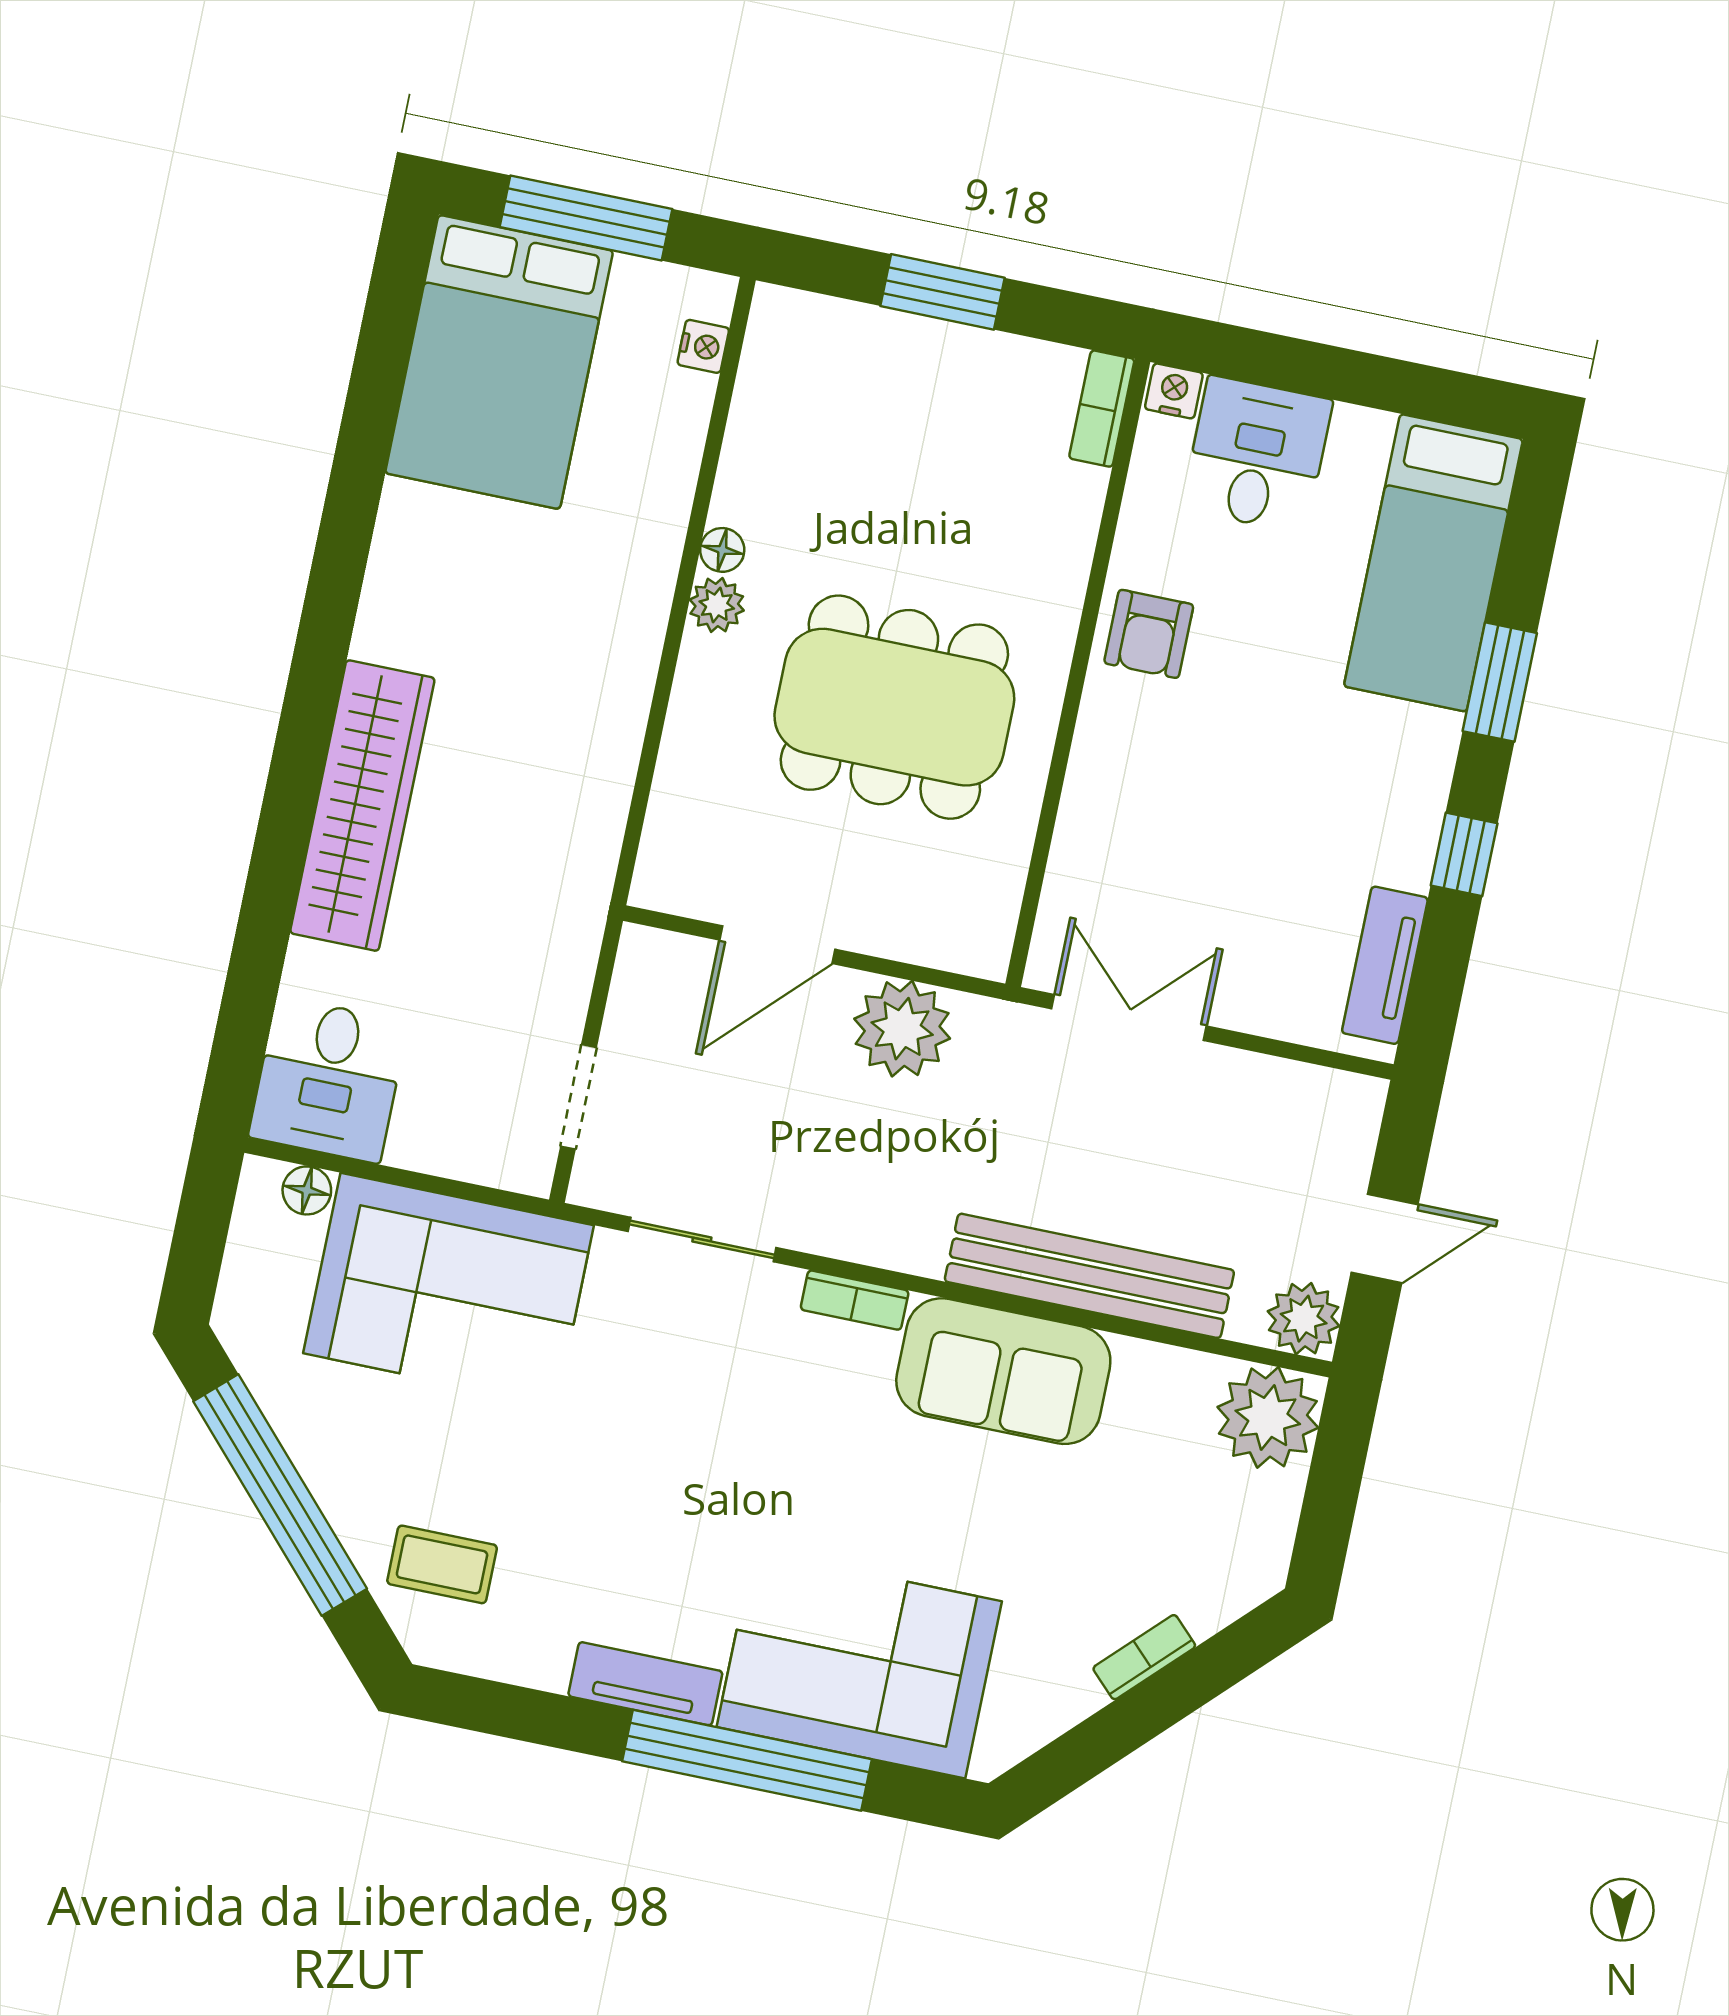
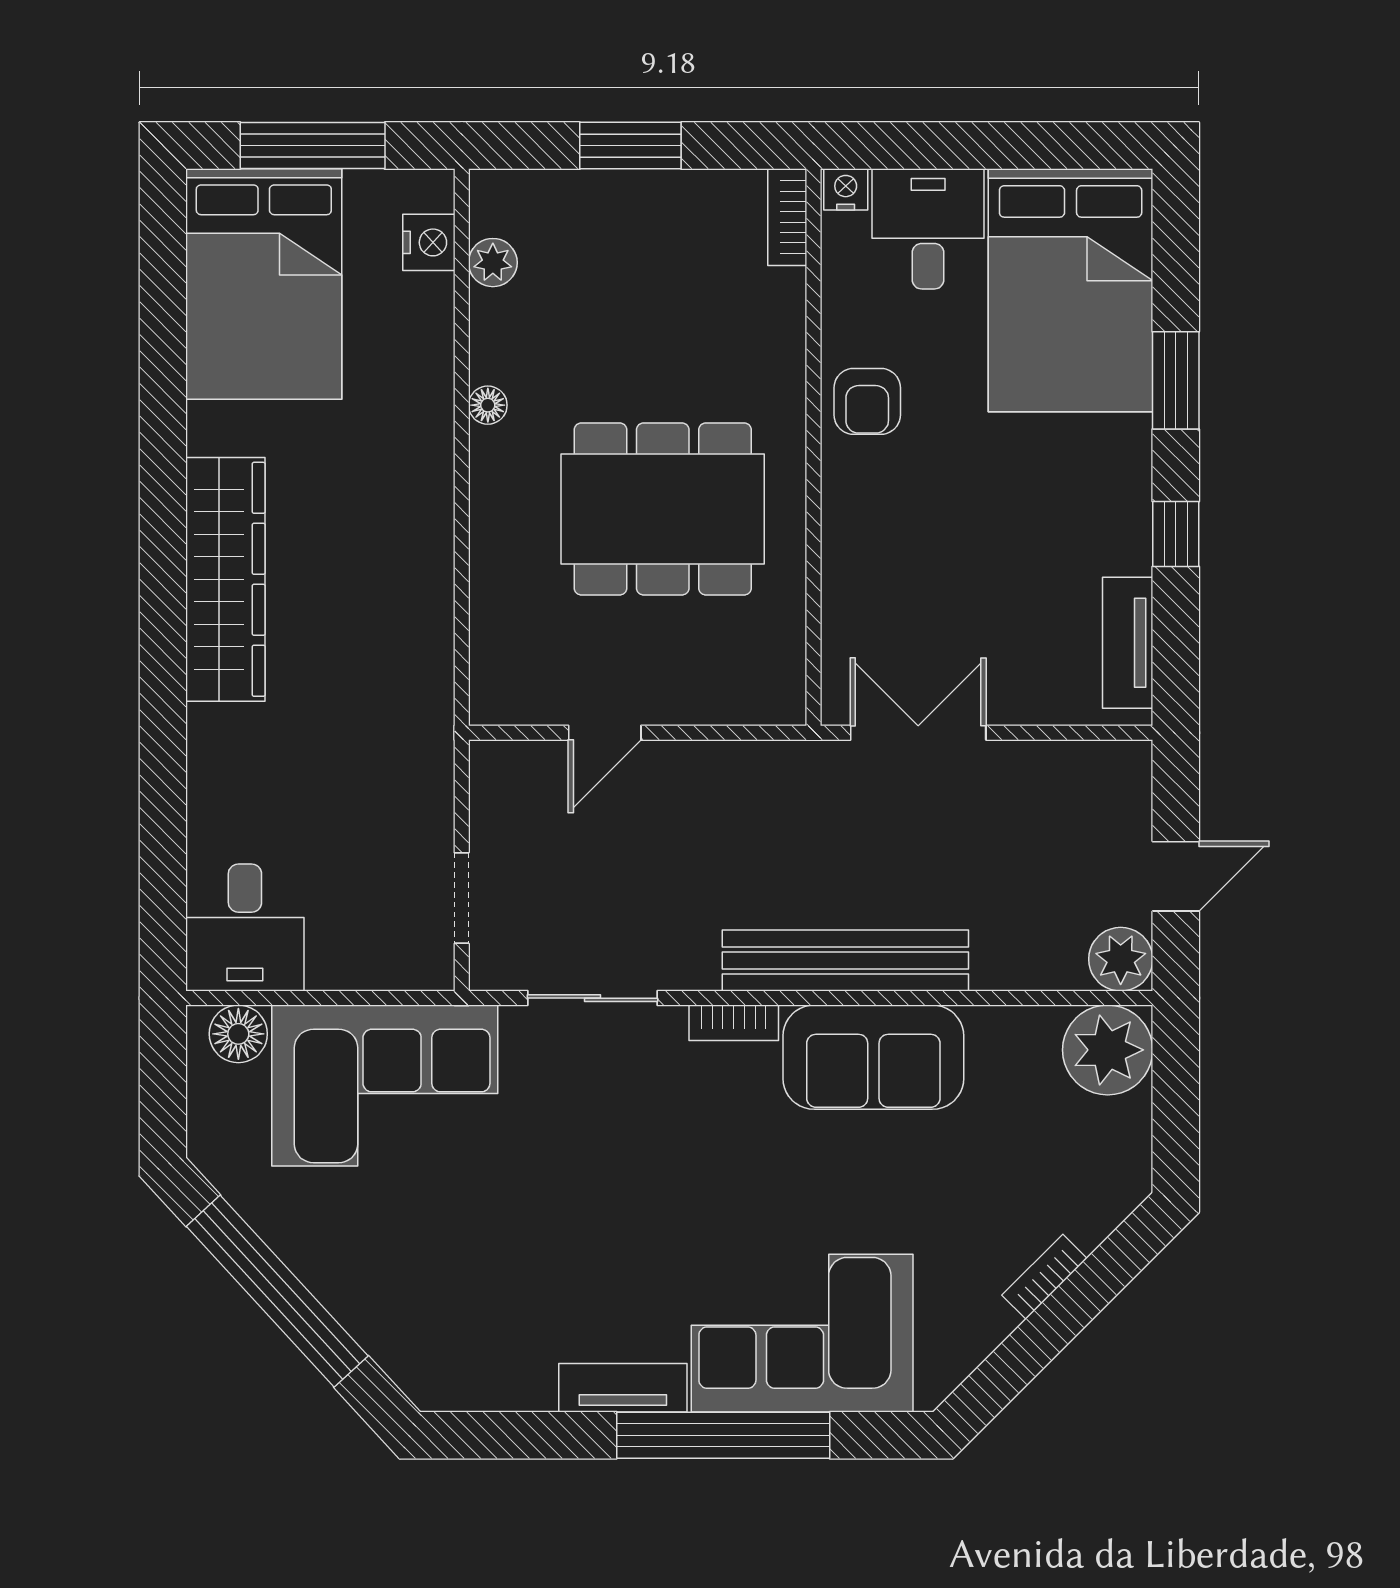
nightstand: (703, 346) -> (429, 242), width x1.39, depth x1.35
bed: (1433, 563) -> (1071, 290), width x1.50
plant: (717, 605) -> (493, 263), moved
wardrobe: (362, 806) -> (225, 579), moved
door: (777, 945) -> (605, 733), width x0.73
plant: (902, 1029) -> (726, 782), removed
floor lamp: (307, 1190) -> (238, 1034), width x1.37, depth x1.37
bench: (1089, 1276) -> (845, 961), moved
coffee table: (442, 1564) -> (428, 1322), removed

